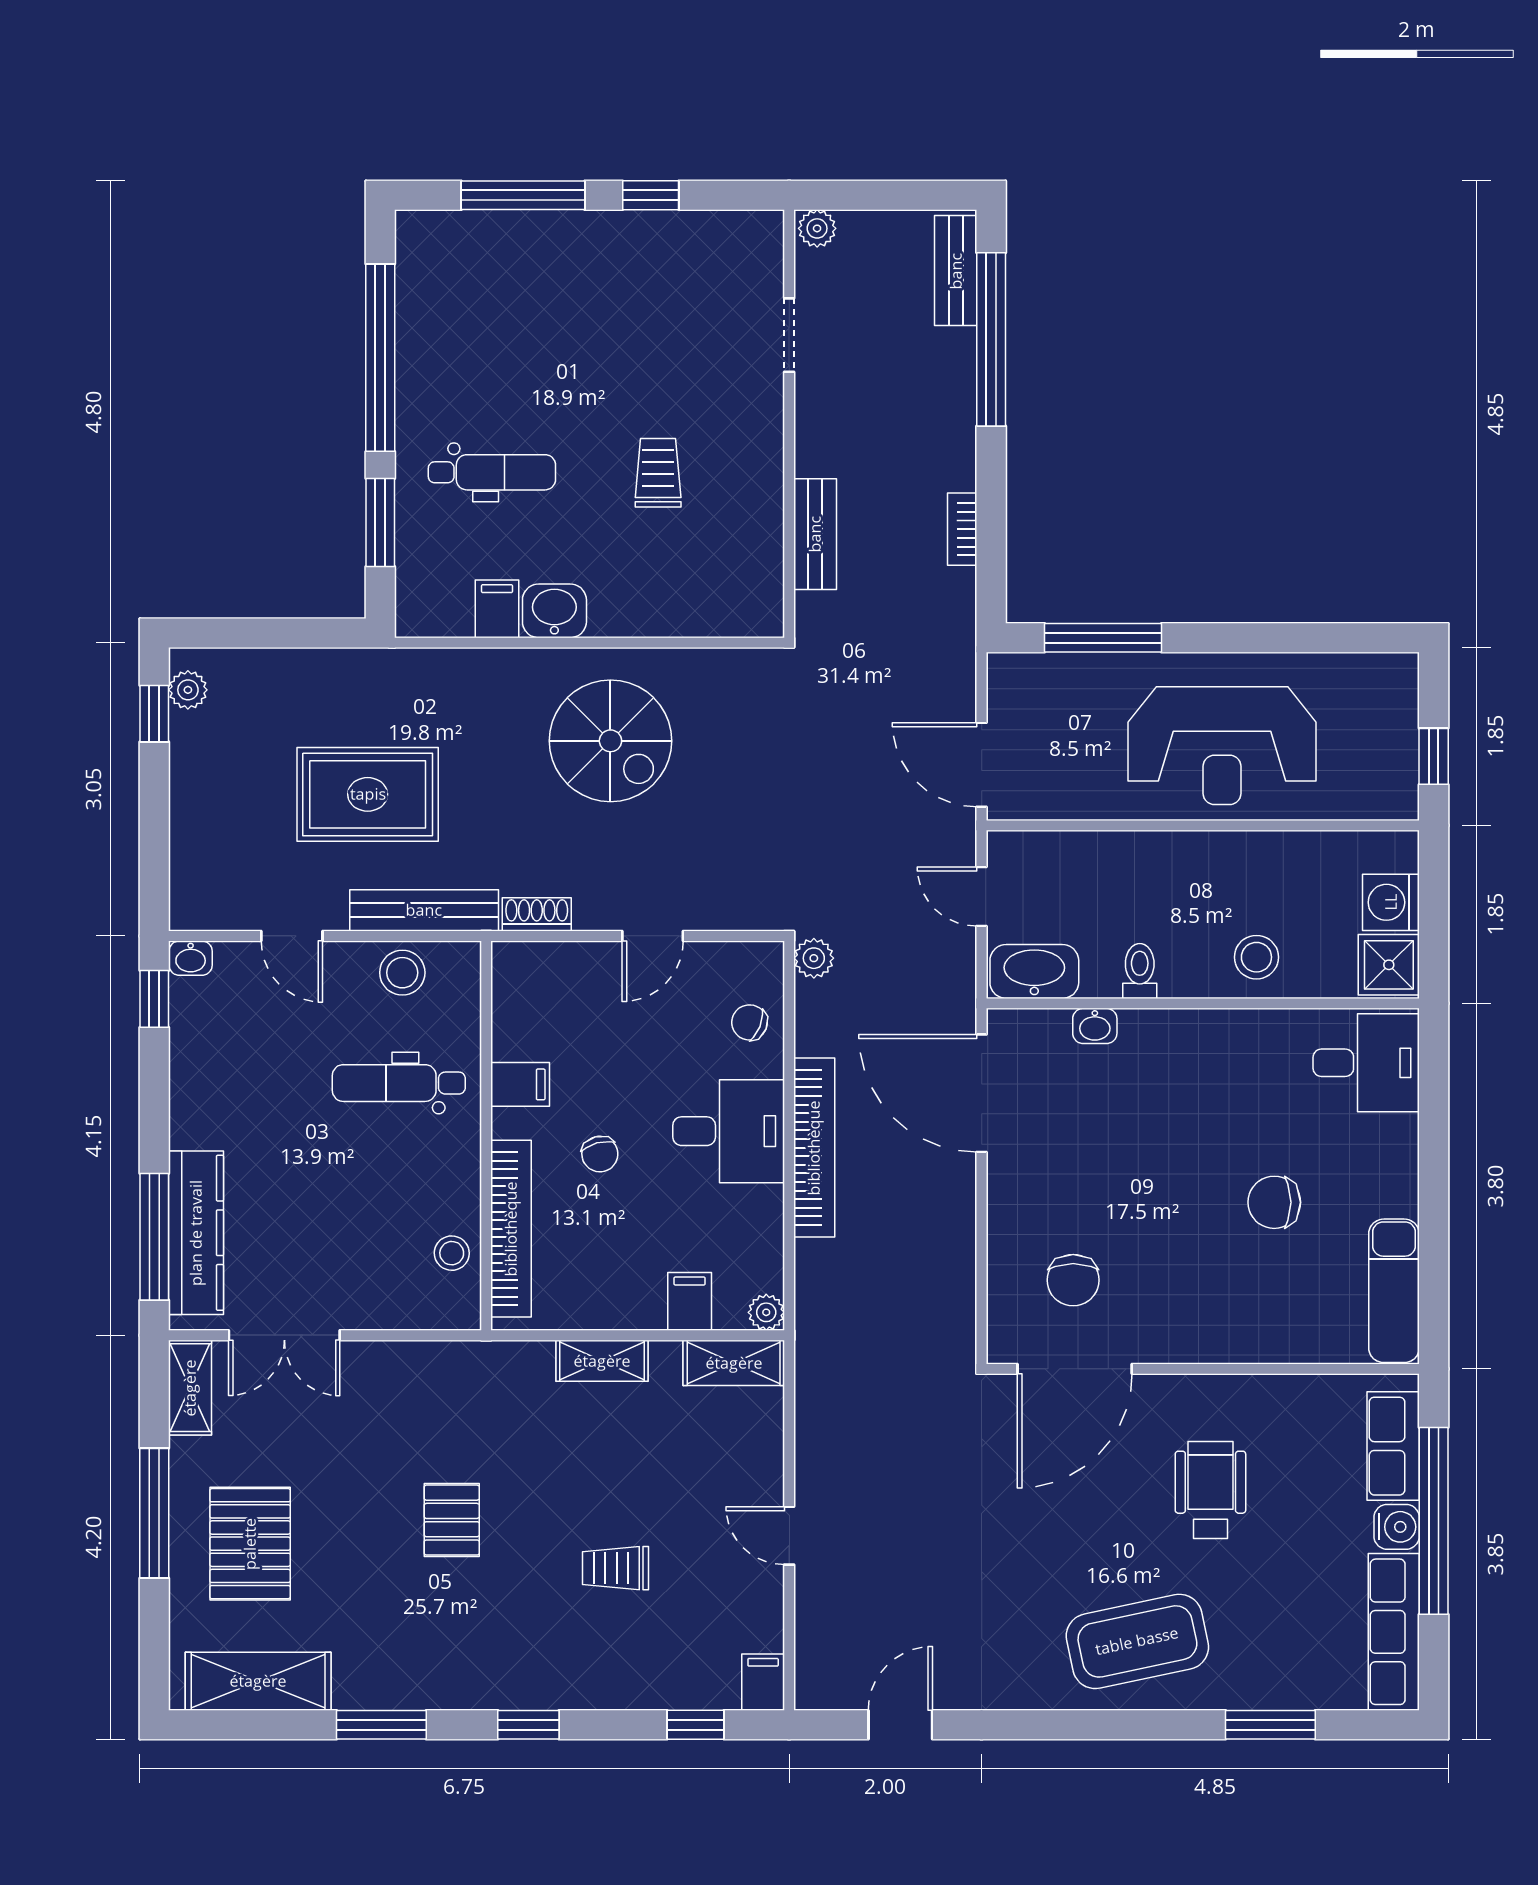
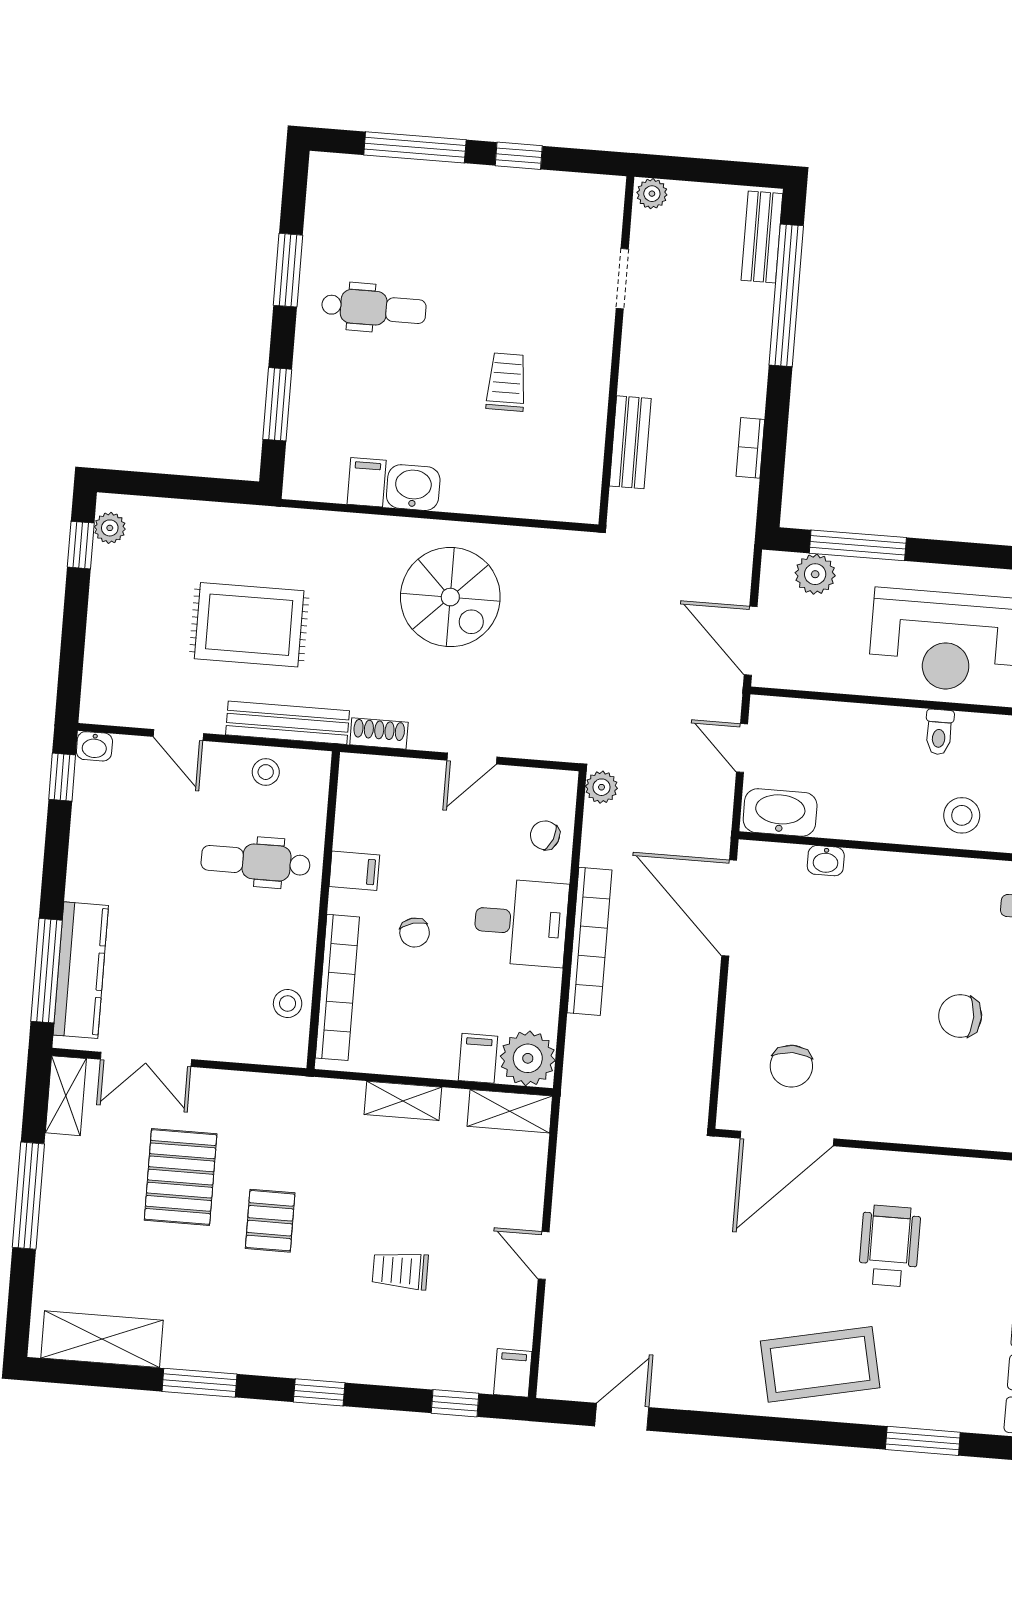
window: (380, 358) -> (288, 270), width x0.47
dental chair: (492, 472) -> (374, 308), moved
plant: (1054, 677) -> (815, 574), added
toilet: (1140, 971) -> (939, 732), moved, turned 180
stool: (402, 973) -> (266, 772), width x0.73, depth x0.73
plant: (766, 1312) -> (528, 1058), width x1.88, depth x1.88
pallet: (250, 1544) -> (181, 1177), moved

